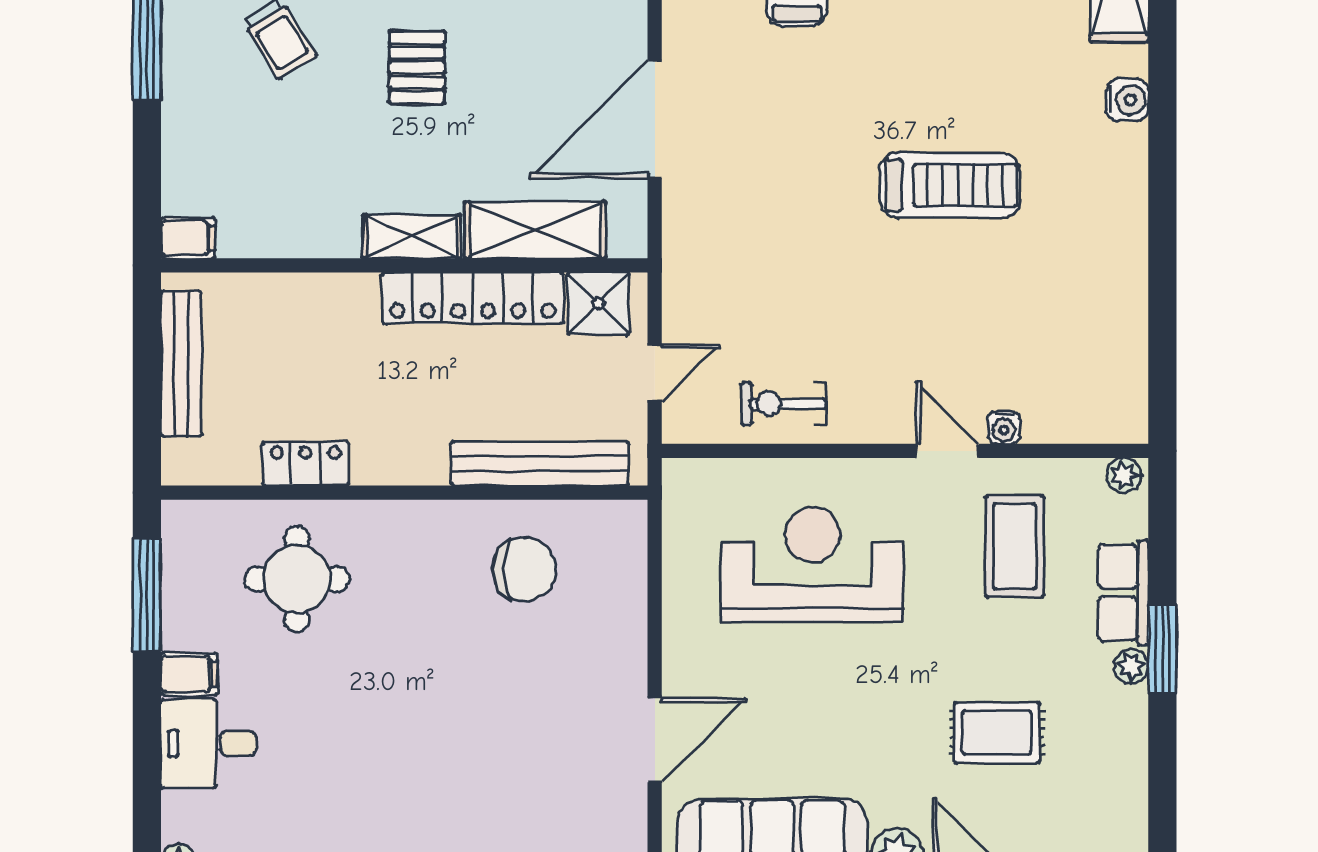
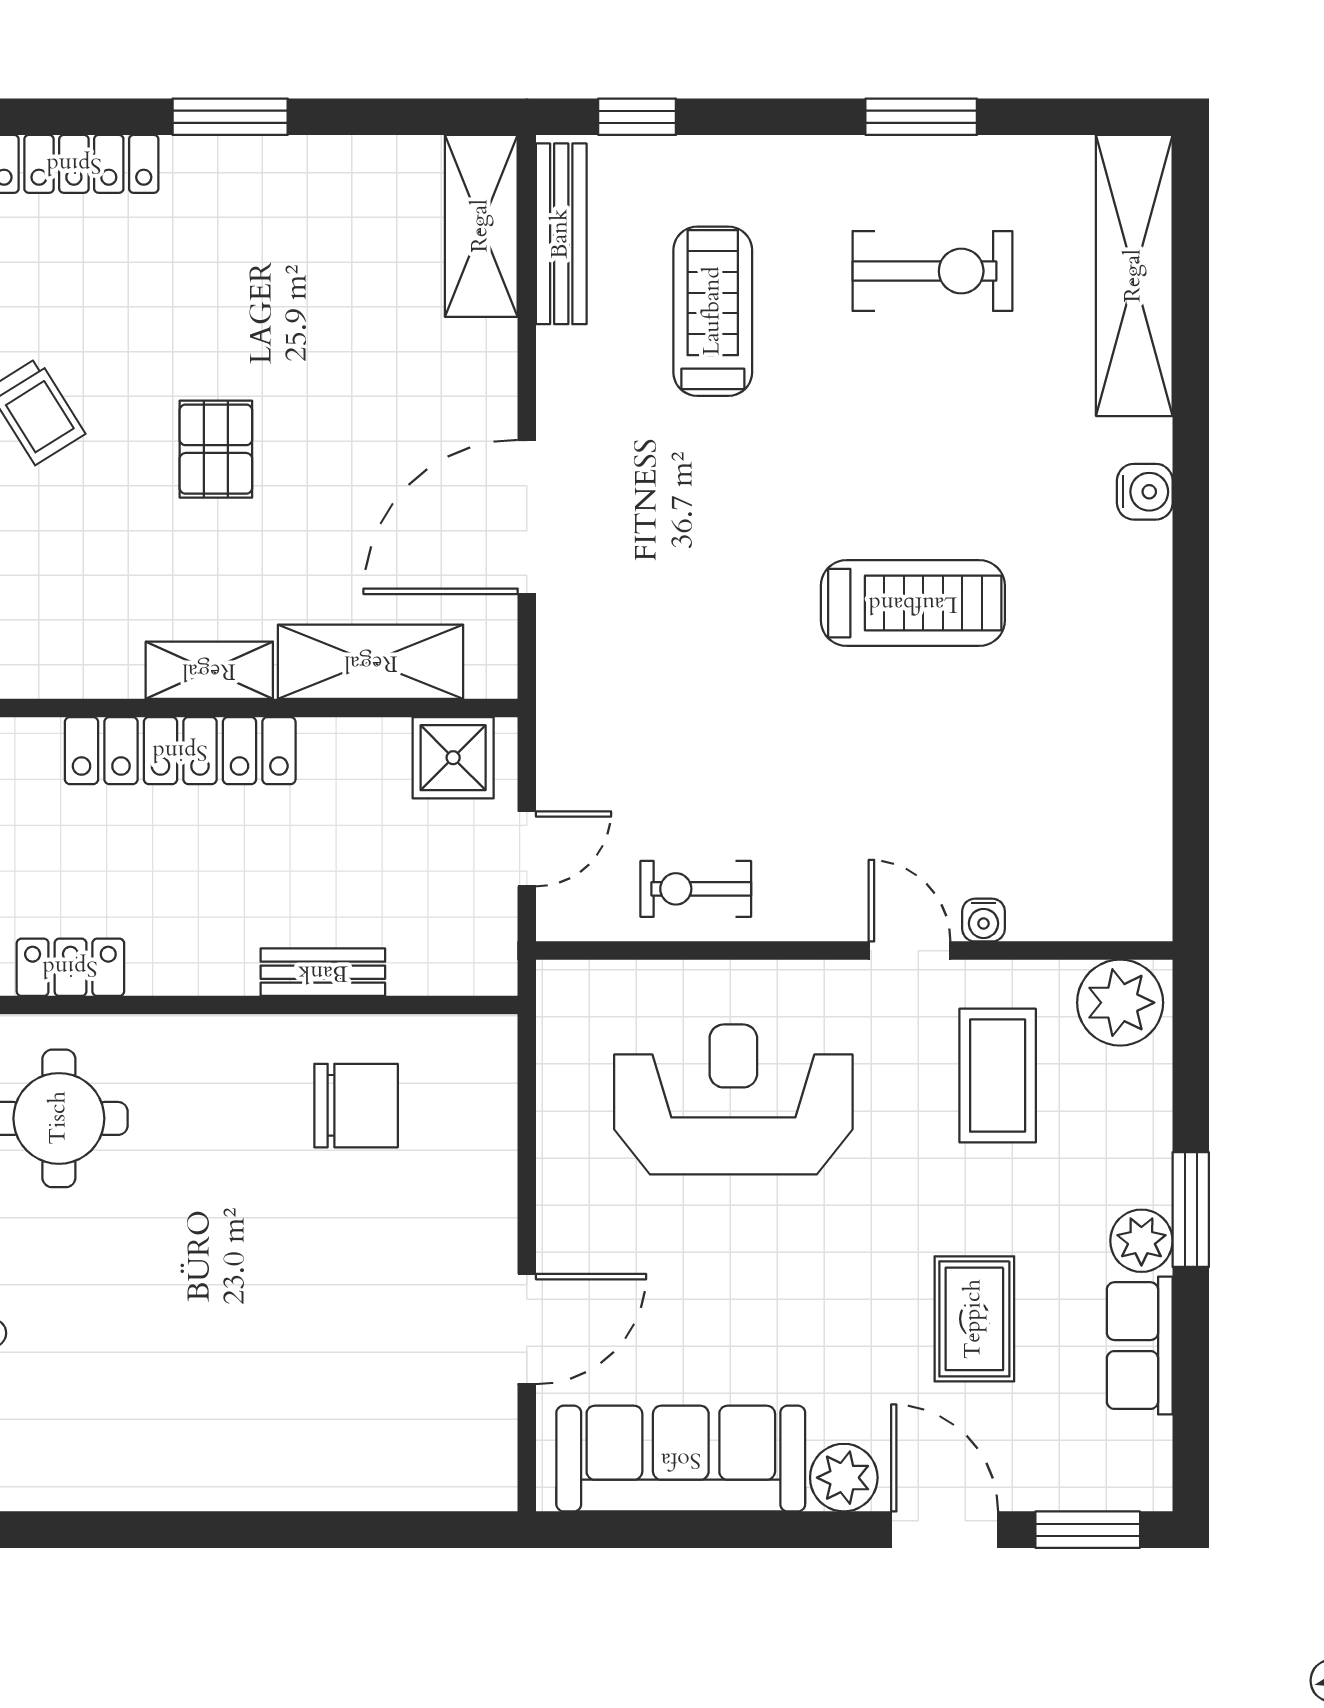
locker: (473, 298) -> (180, 751), moved
bench: (540, 464) -> (323, 972), width x0.54, depth x0.82
plant: (1124, 475) -> (1120, 1003), width x1.88, depth x1.88
row of seats: (1123, 593) -> (1140, 1346), moved
plant: (1131, 666) -> (1141, 1241), width x1.38, depth x1.38
rug: (997, 733) -> (974, 1319), turned 90

